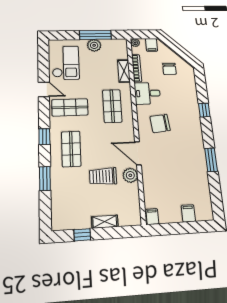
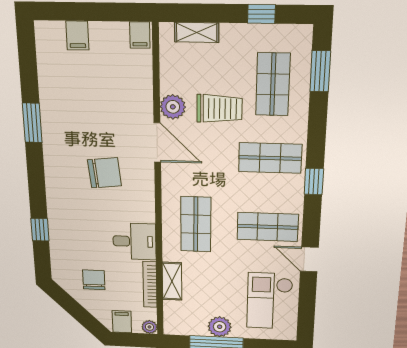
window: (204, 110) -> (40, 230), moved
chair: (160, 123) -> (104, 173), moved
shop shelf: (71, 149) -> (270, 158), turned 90
window: (45, 178) -> (320, 71), moved
shop shelf: (73, 193) -> (273, 84), added
shelving: (105, 222) -> (197, 32), moved

